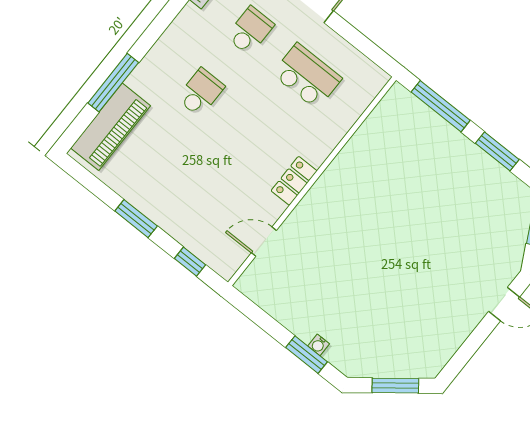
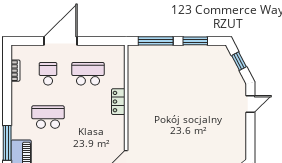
school desk: (201, 92) -> (48, 117), width x1.85
locker: (294, 181) -> (118, 102), moved

